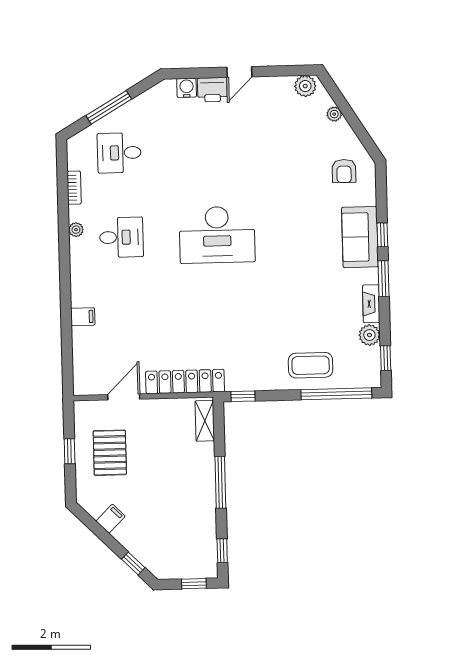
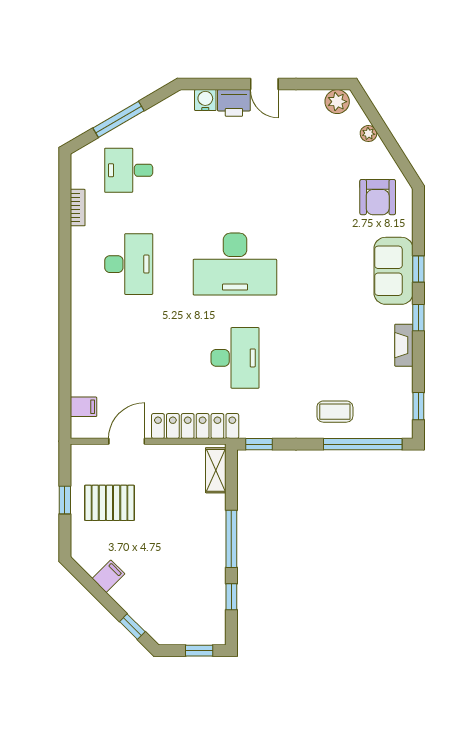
door: (239, 72) -> (264, 84), hinge flipped
armchair: (344, 171) -> (378, 197), width x1.38, depth x1.38
plant: (76, 230) -> (78, 254), removed
desk: (121, 237) -> (129, 264), width x1.37
window: (383, 279) -> (418, 318), width x0.67
filing cabinet: (83, 317) -> (83, 407), moved
desk: (219, 319) -> (235, 358), added
plant: (369, 335) -> (401, 380), removed
coffee table: (311, 365) -> (335, 412), width x0.73, depth x0.77
pallet: (110, 453) -> (109, 503), turned 90
window: (222, 551) -> (231, 597), moved

